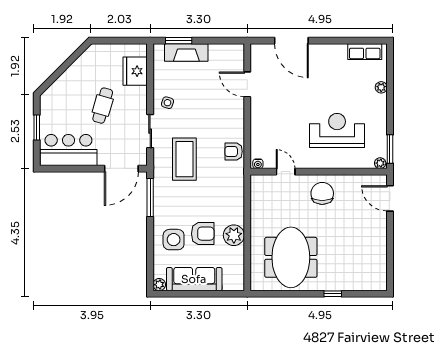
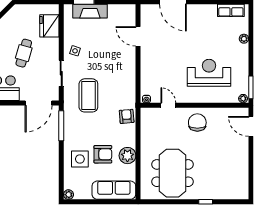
armchair: (234, 151) -> (127, 116), moved, turned 85
sofa: (194, 279) -> (114, 190), moved

